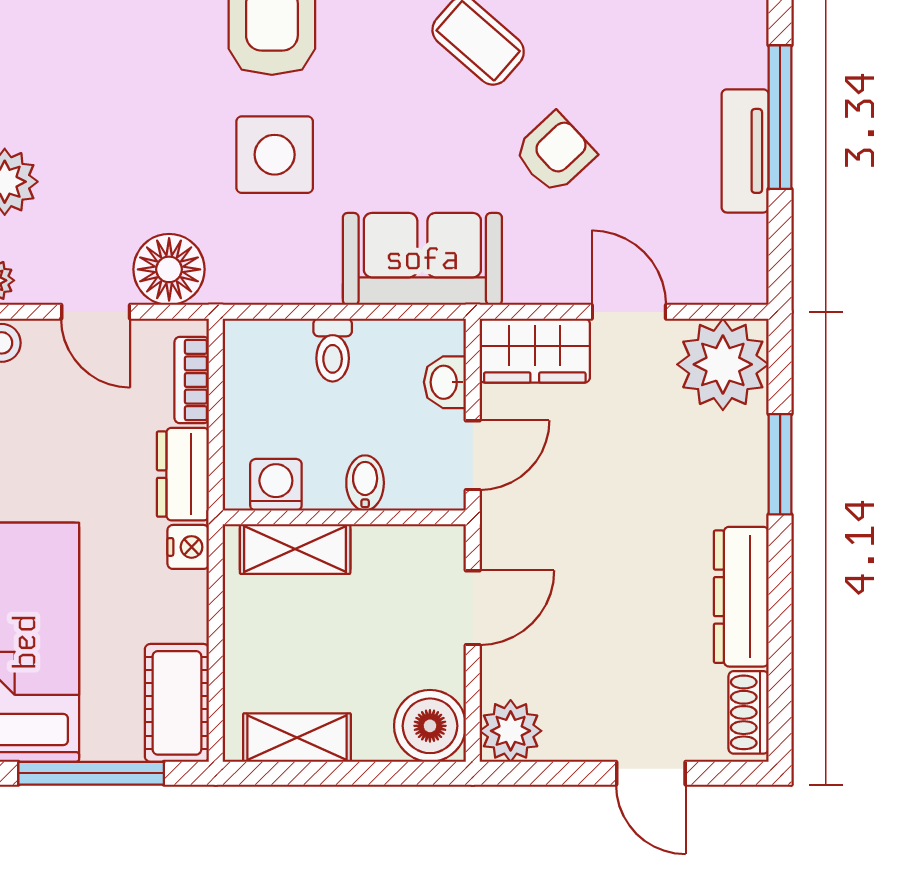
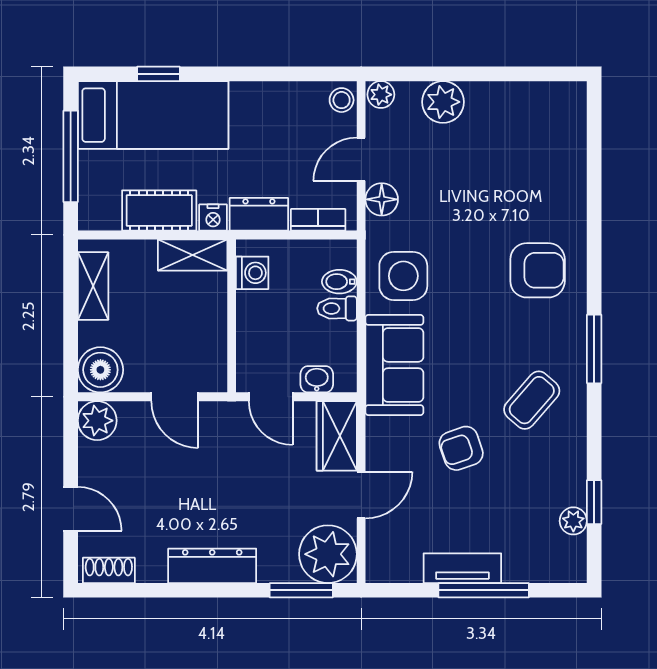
armchair: (555, 153) -> (461, 448), turned 114
side table: (275, 155) -> (403, 276), moved
floor lamp: (169, 269) -> (382, 199), width x0.73, depth x0.73
window: (780, 464) -> (301, 590), moved
bidet: (365, 483) -> (339, 282), moved, turned 180
shelving: (295, 549) -> (193, 255), moved, turned 90
dresser: (741, 597) -> (212, 566), moved
cot: (177, 703) -> (159, 210), moved
door: (651, 773) -> (71, 509), swing flipped

